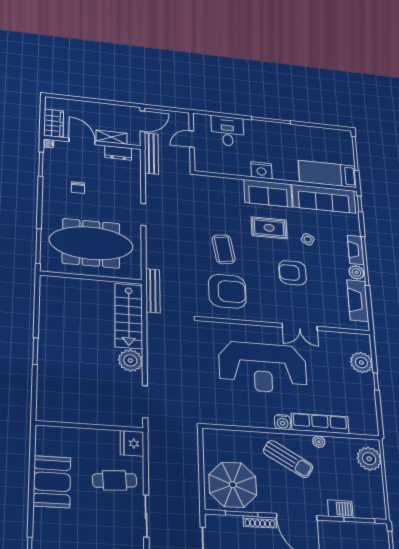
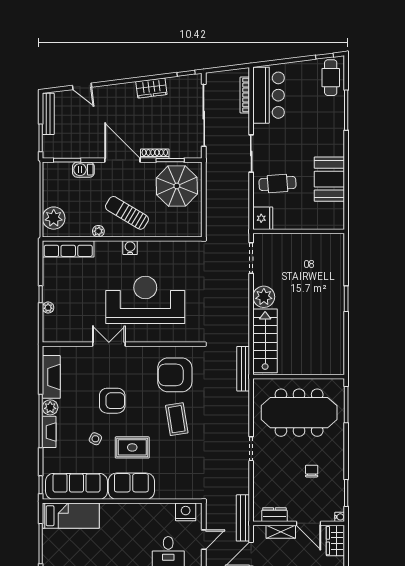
nightstand: (261, 170) -> (186, 512), moved
plant: (361, 363) -> (48, 308), width x0.53, depth x0.53
row of seats: (320, 423) -> (68, 249), moved

